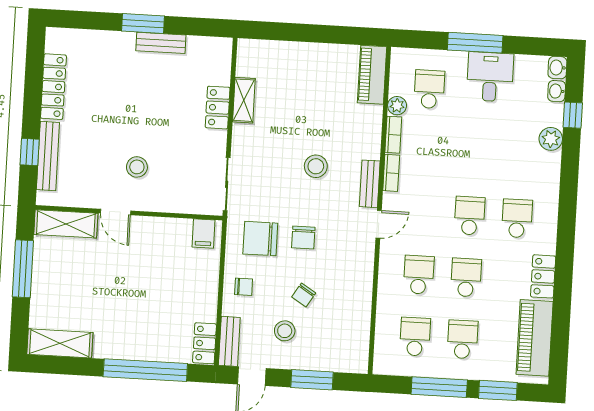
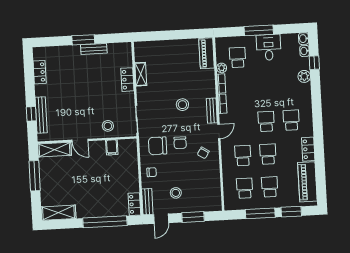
locker: (53, 87) -> (40, 72), width x0.66
stool: (137, 167) -> (108, 126), moved
filing cabinet: (204, 234) -> (112, 147), moved
chair: (304, 295) -> (203, 153), moved

